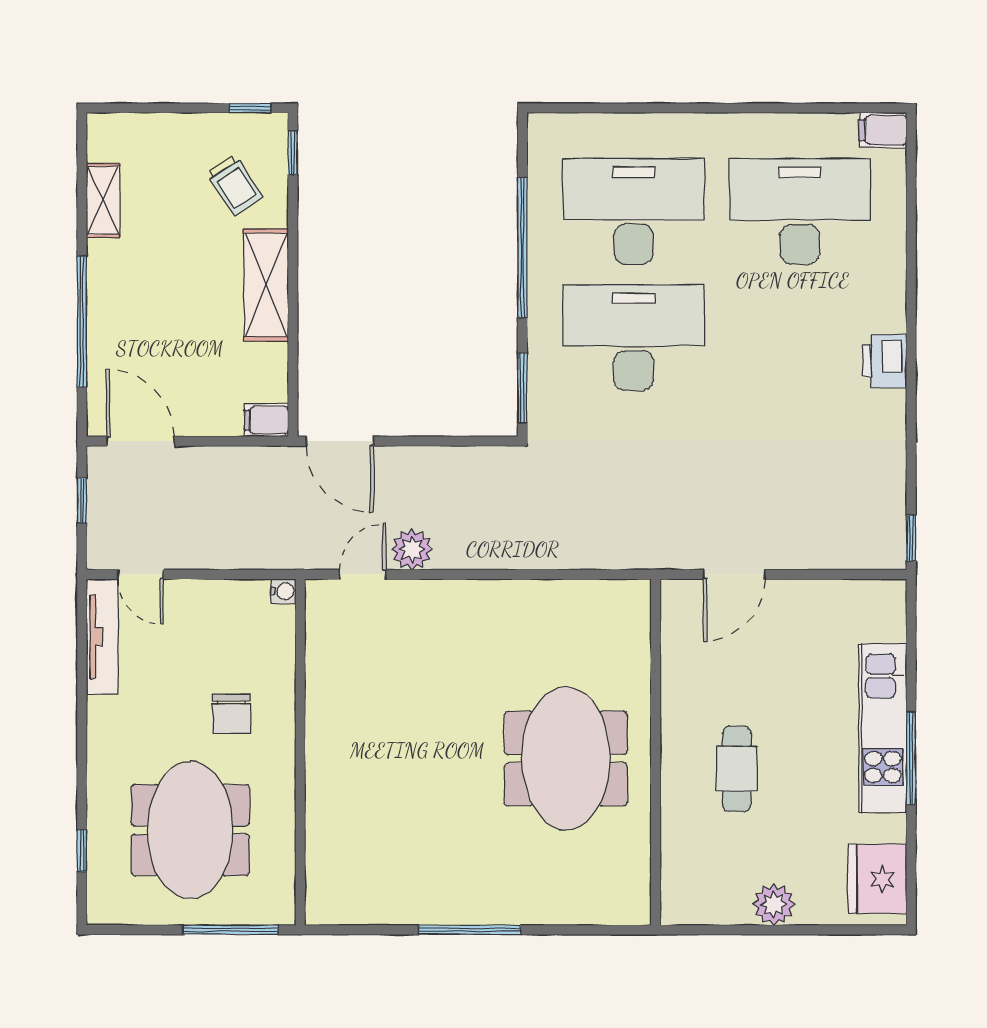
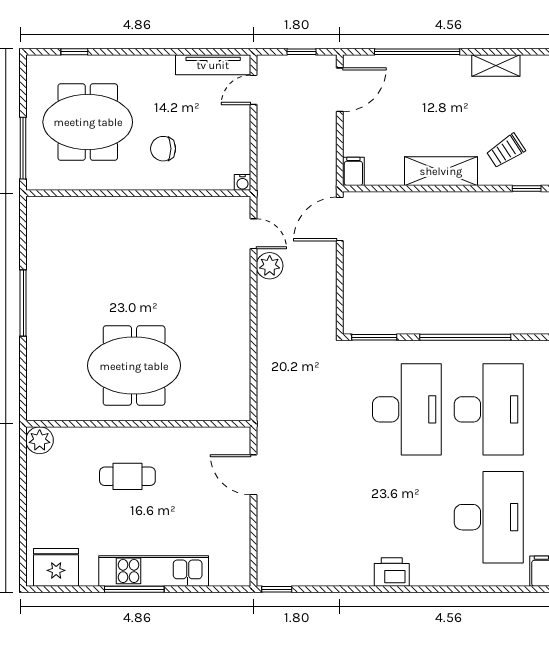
plant: (774, 904) -> (40, 440), moved

